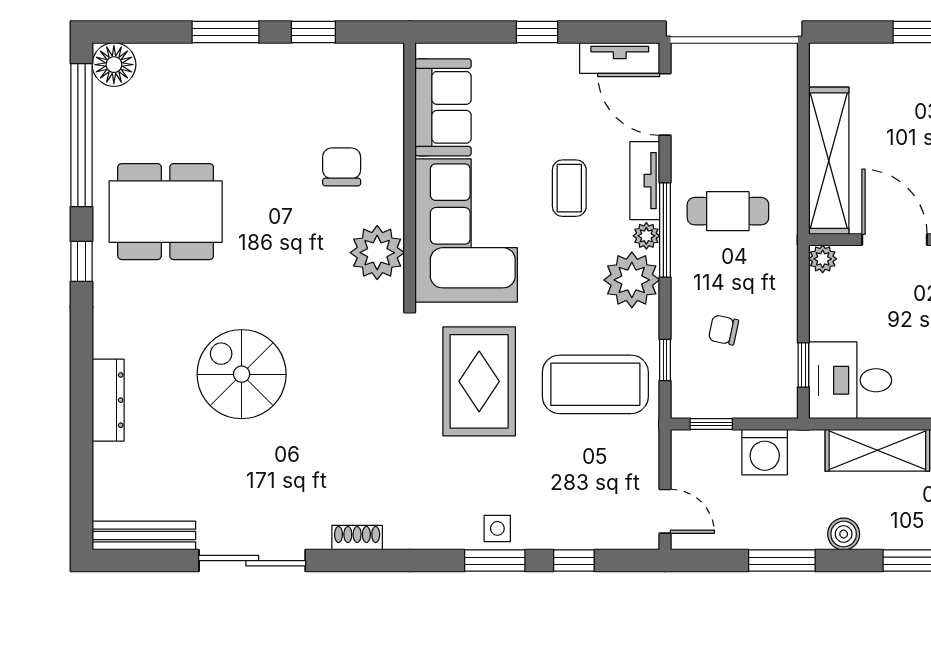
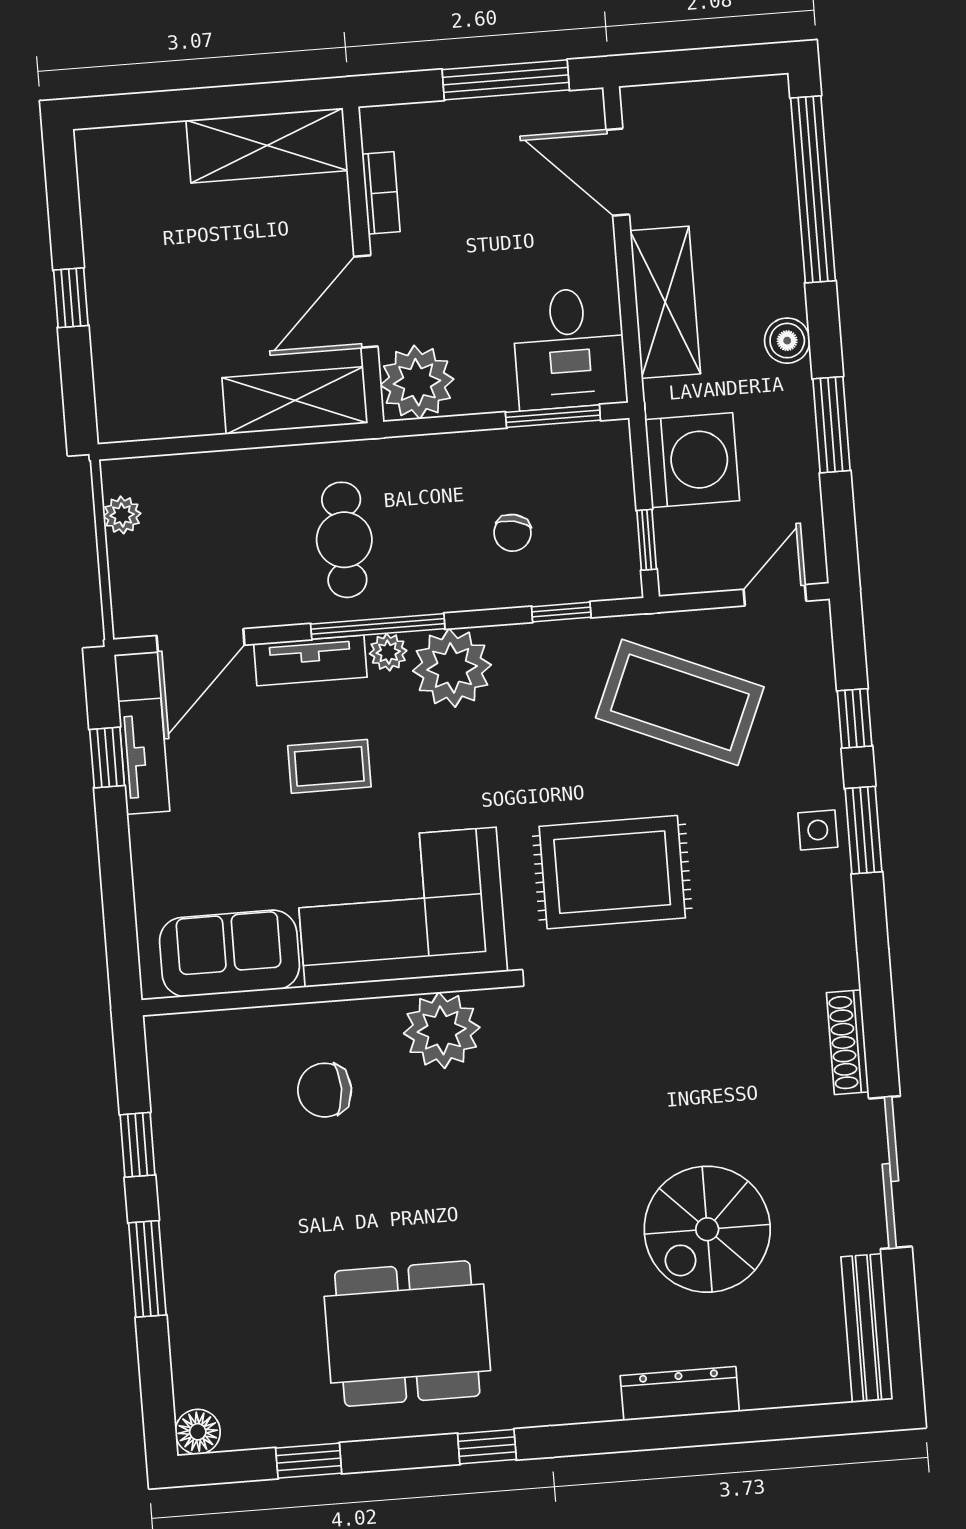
window: (537, 32) -> (107, 758), moved
plant: (758, 56) -> (122, 515), added
tv unit: (620, 58) -> (144, 756), moved
floor lamp: (114, 65) -> (198, 1432), width x0.73, depth x0.73
window: (82, 135) -> (309, 1461), width x0.32
shelving: (829, 161) -> (295, 400), width x0.68
dining table: (166, 212) -> (407, 1334), turned 90
plant: (823, 259) -> (417, 382), width x1.87, depth x1.87
window: (803, 365) -> (553, 416), width x1.50
spiral stairs: (242, 374) -> (707, 1229), moved
coffee table: (595, 384) -> (680, 702), moved, turned -67
washing machine: (765, 452) -> (692, 460), width x1.37, depth x1.37
shoe rack: (357, 538) -> (848, 1042), width x1.43

